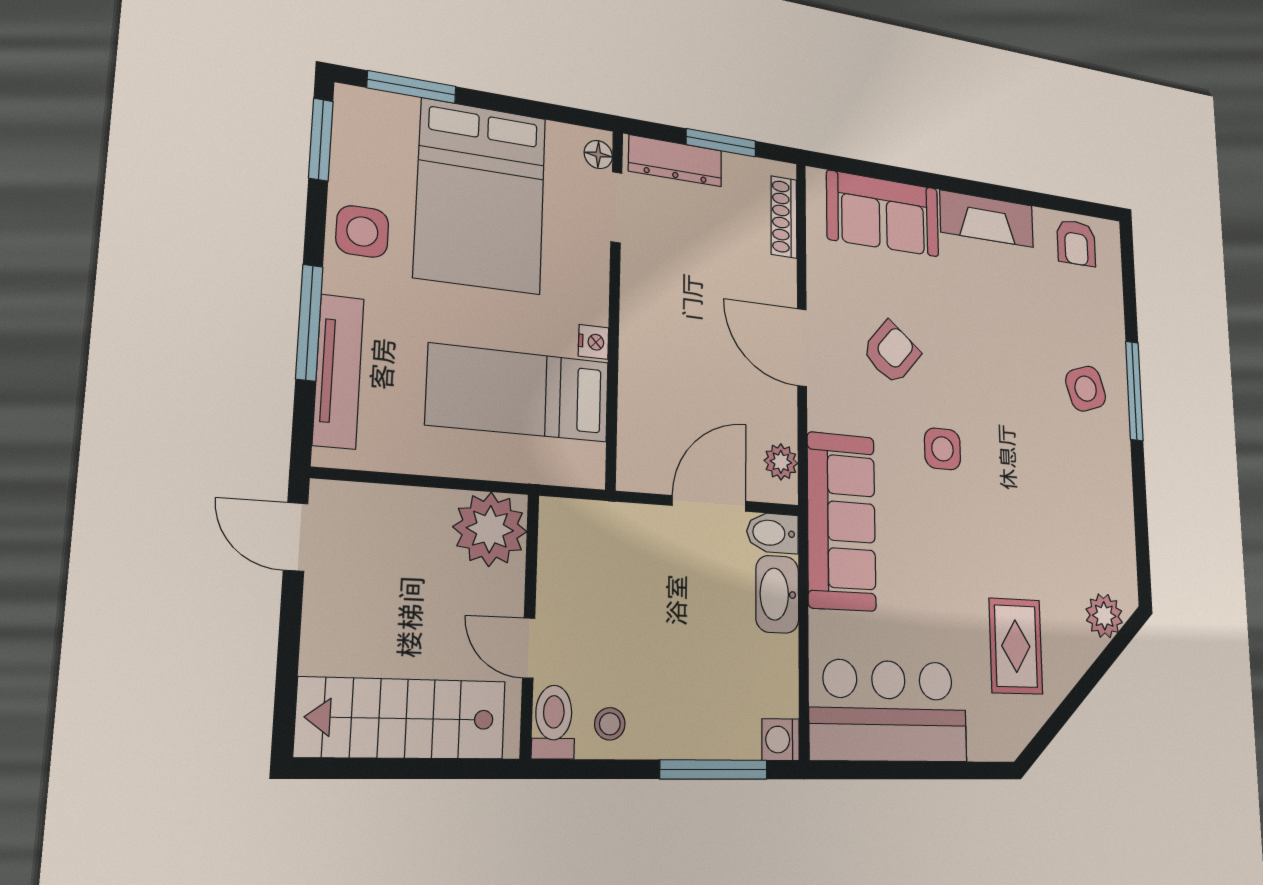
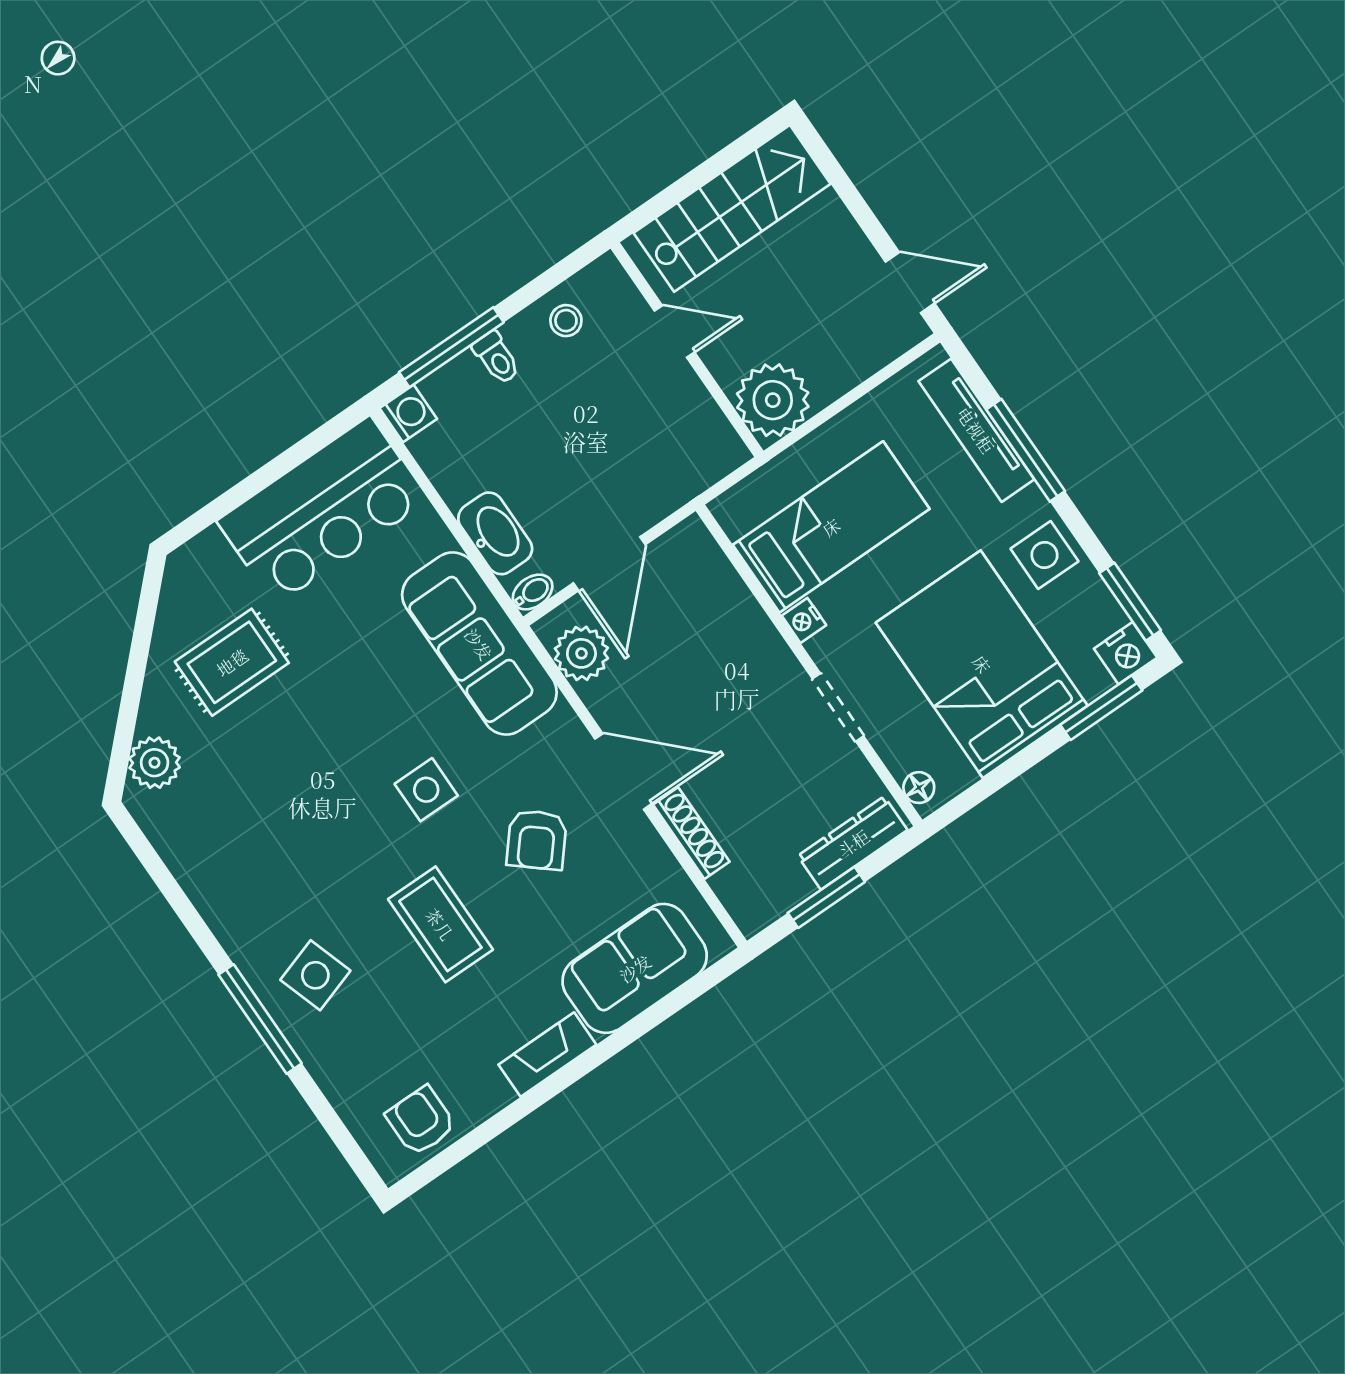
nightstand: (358, 107) -> (1126, 653), added
doorway: (616, 207) -> (838, 707), moved
shoe rack: (784, 217) -> (691, 833), moved
fireplace: (987, 219) -> (547, 1055), width x0.73, depth x0.76
coffee table: (989, 352) -> (440, 924), added
plant: (781, 462) -> (581, 653), width x1.38, depth x1.38
bidet: (773, 533) -> (533, 592), width x0.72, depth x0.74
rug: (1016, 646) -> (232, 662), turned 90
toilet: (554, 722) -> (497, 358), moved, width x0.73, depth x0.72

